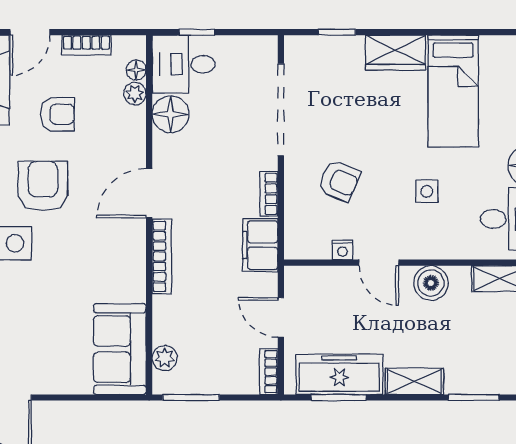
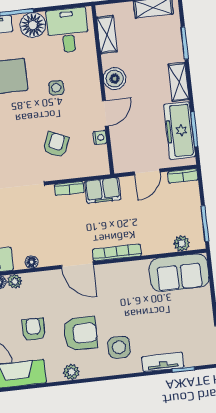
floor lamp: (171, 114) -> (32, 262), width x0.53, depth x0.53
armchair: (43, 186) -> (80, 334), turned 180

